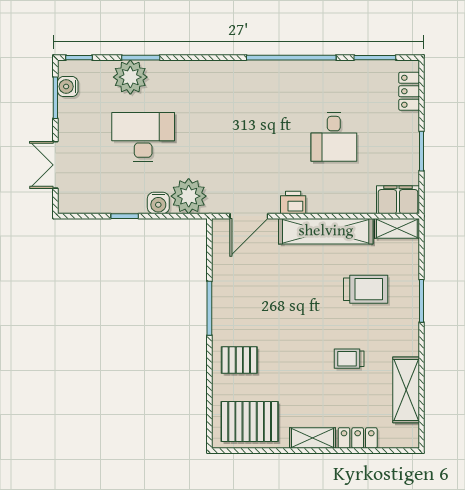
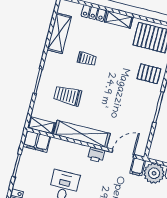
filing cabinet: (219, 200) -> (138, 167), added

